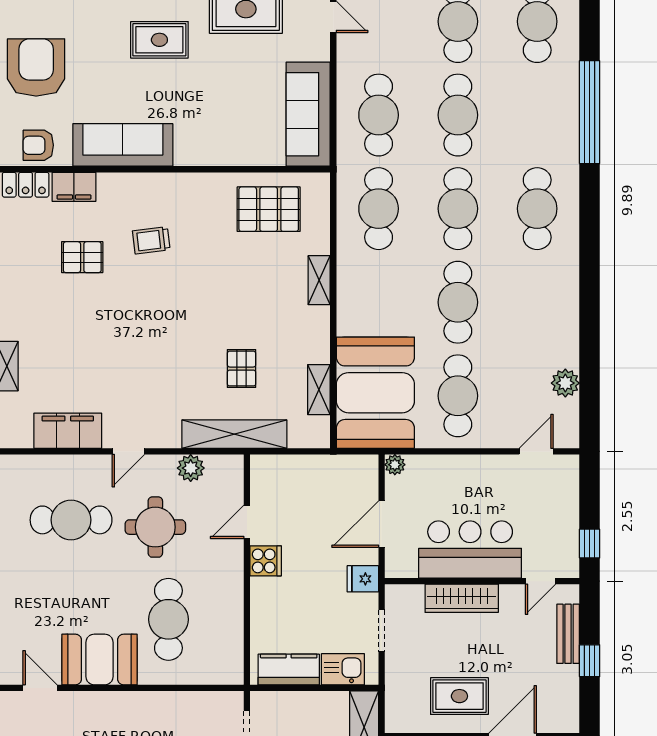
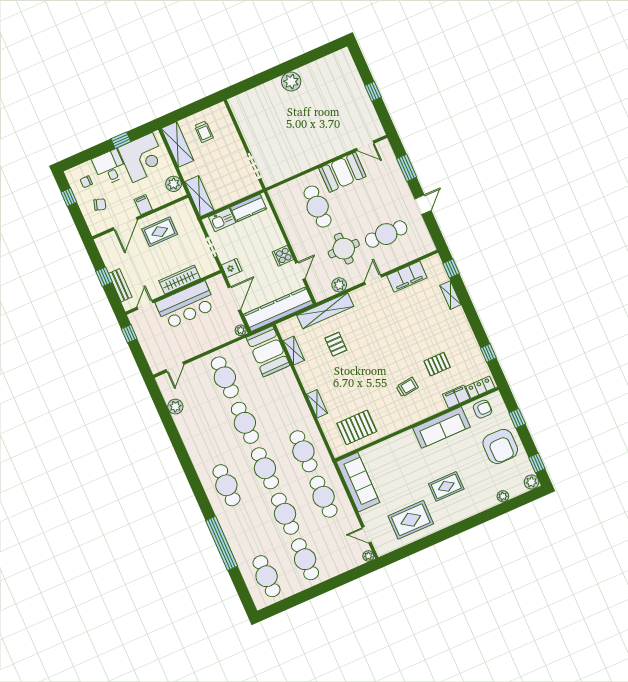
booth: (375, 393) -> (268, 351), width x0.73, depth x0.70
kitchen counter: (314, 472) -> (278, 309), added

